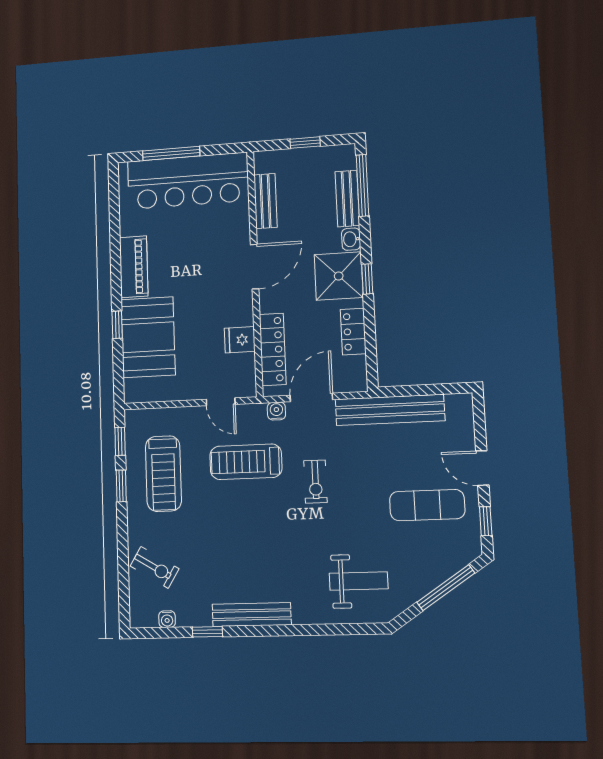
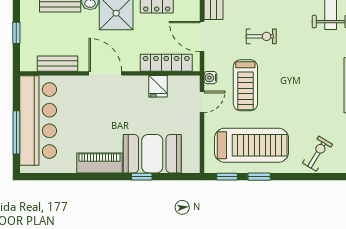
water cooler: (276, 411) -> (210, 78), moved
treadmill: (163, 474) -> (251, 145), width x1.37, depth x1.38

